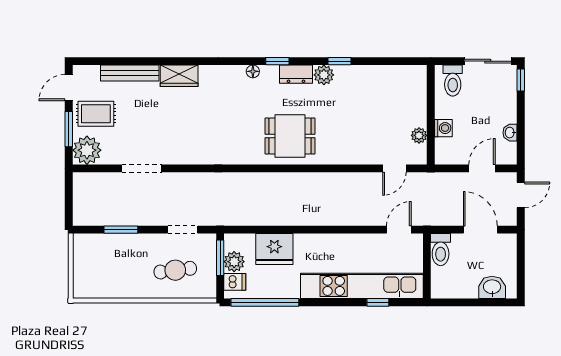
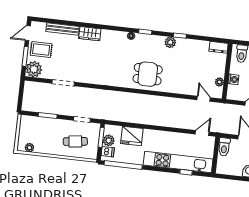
dresser: (296, 74) -> (219, 47), moved
door: (394, 168) -> (204, 99), swing flipped
plant: (95, 290) -> (29, 148), added

